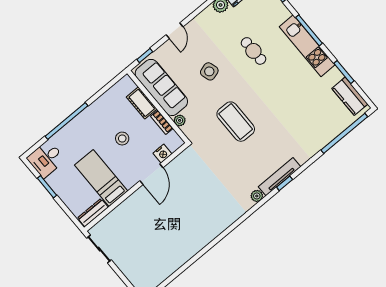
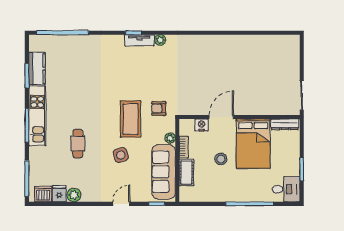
kitchen counter: (350, 96) -> (37, 69), moved
coffee table: (236, 122) -> (131, 119), moved
armchair: (210, 137) -> (159, 108), added
tv unit: (279, 177) -> (139, 40), width x0.71
bed: (101, 178) -> (253, 144), width x1.50

